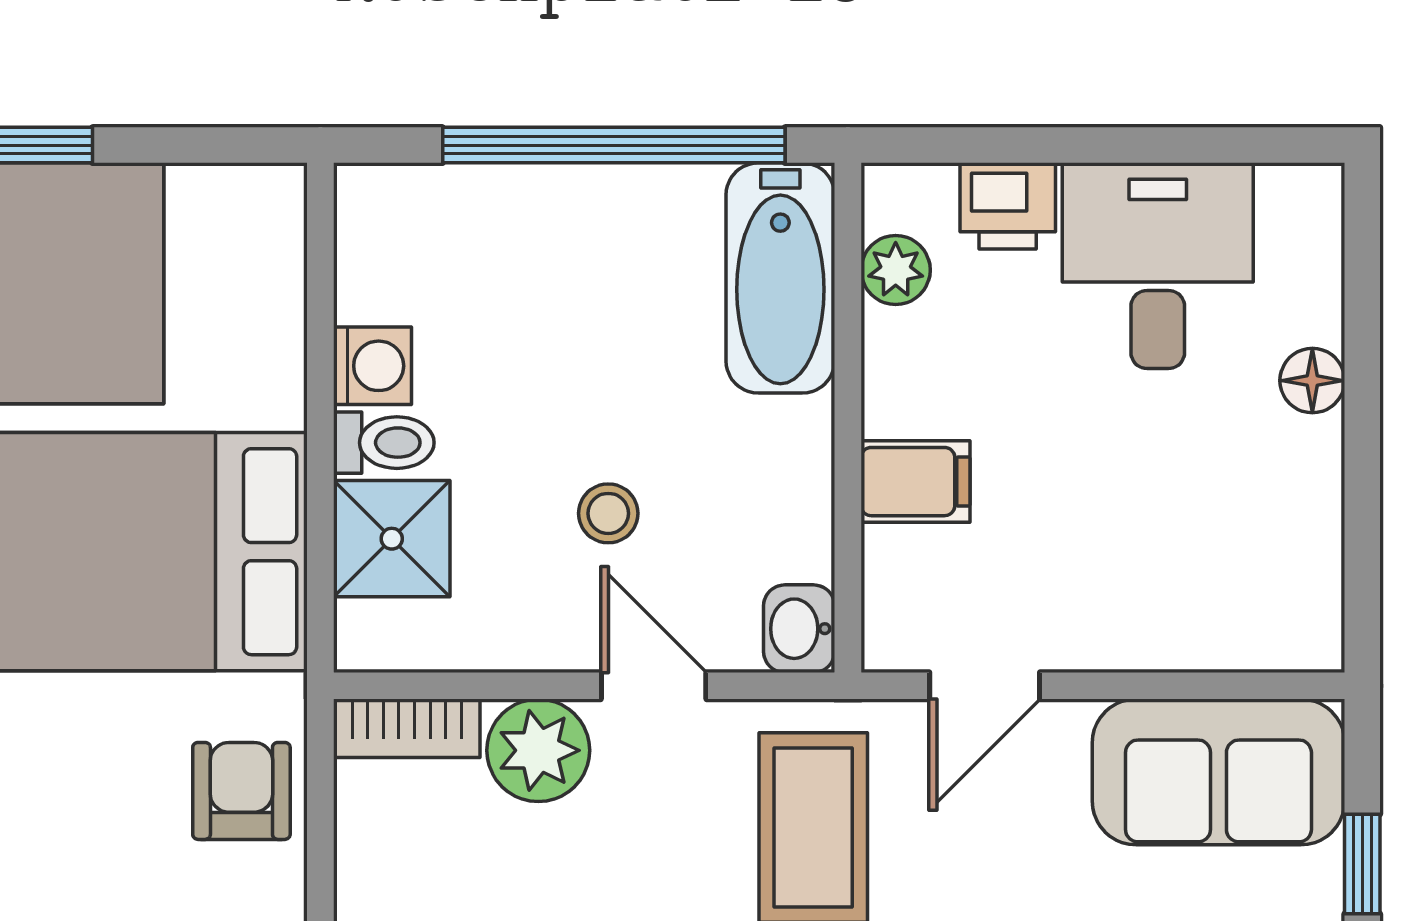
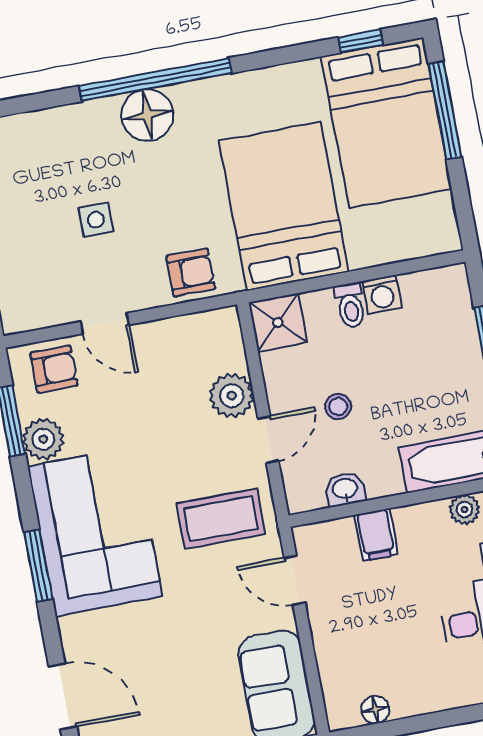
floor lamp: (1312, 381) -> (375, 710), moved
shower: (392, 539) -> (278, 322), moved
washbasin: (799, 629) -> (345, 489), moved
bookcase: (407, 728) -> (231, 338), removed

